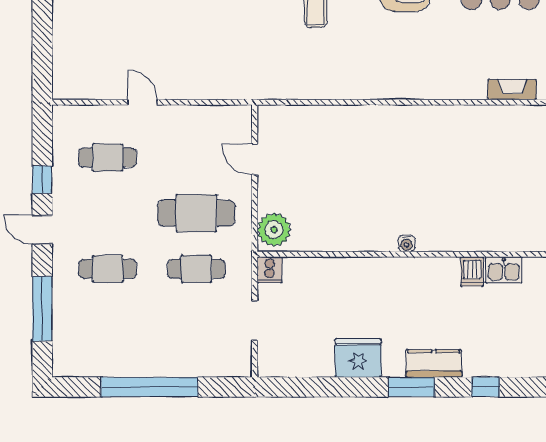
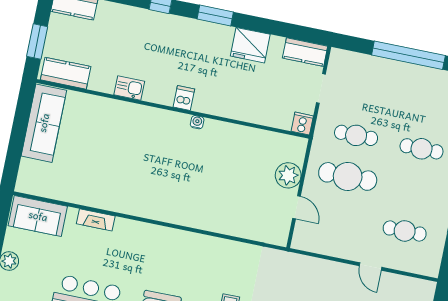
plant: (274, 230) -> (288, 175), moved
dishwasher: (472, 271) -> (184, 98), moved
kitchen counter: (434, 363) -> (305, 52), moved

